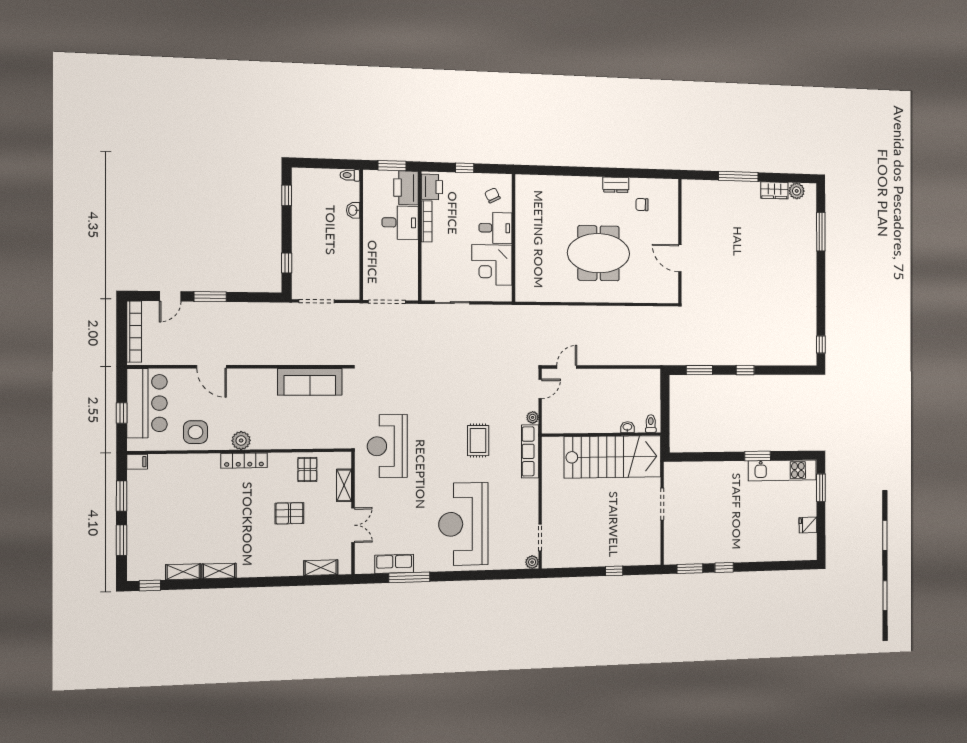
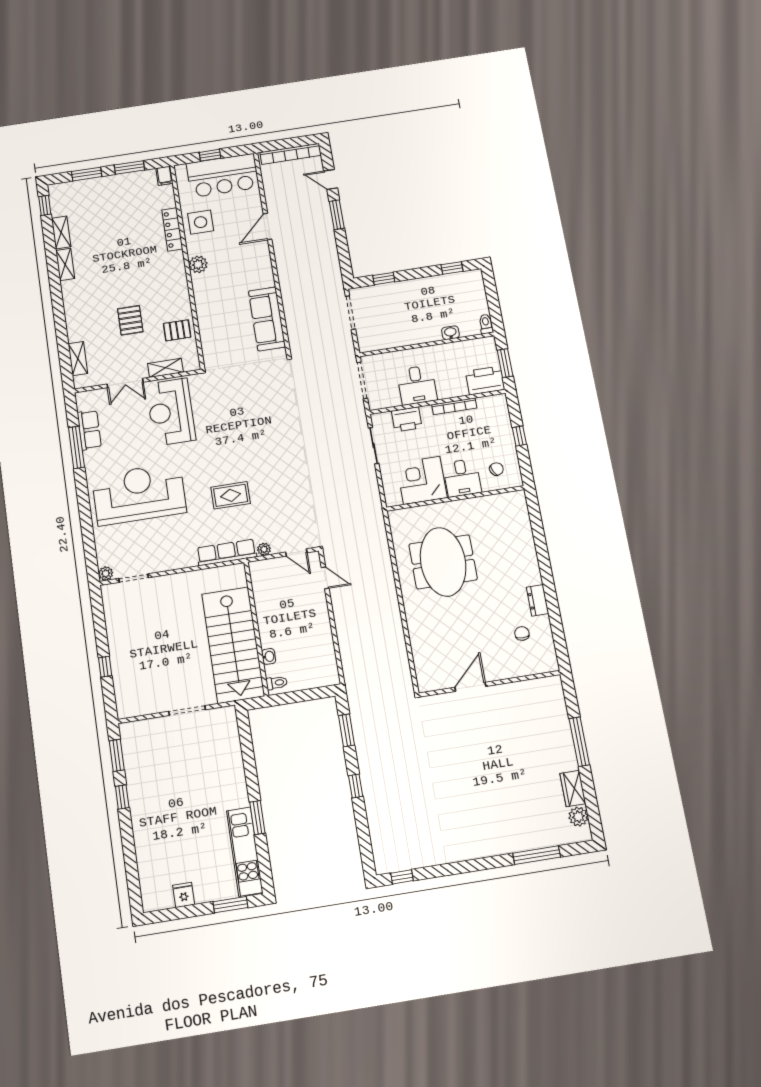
printer: (432, 187) -> (407, 419), moved
desk: (400, 223) -> (417, 385), moved
meeting table: (599, 253) -> (443, 562), moved
reception desk: (387, 446) -> (171, 412), moved, turned -90
locker: (244, 460) -> (172, 229), moved

